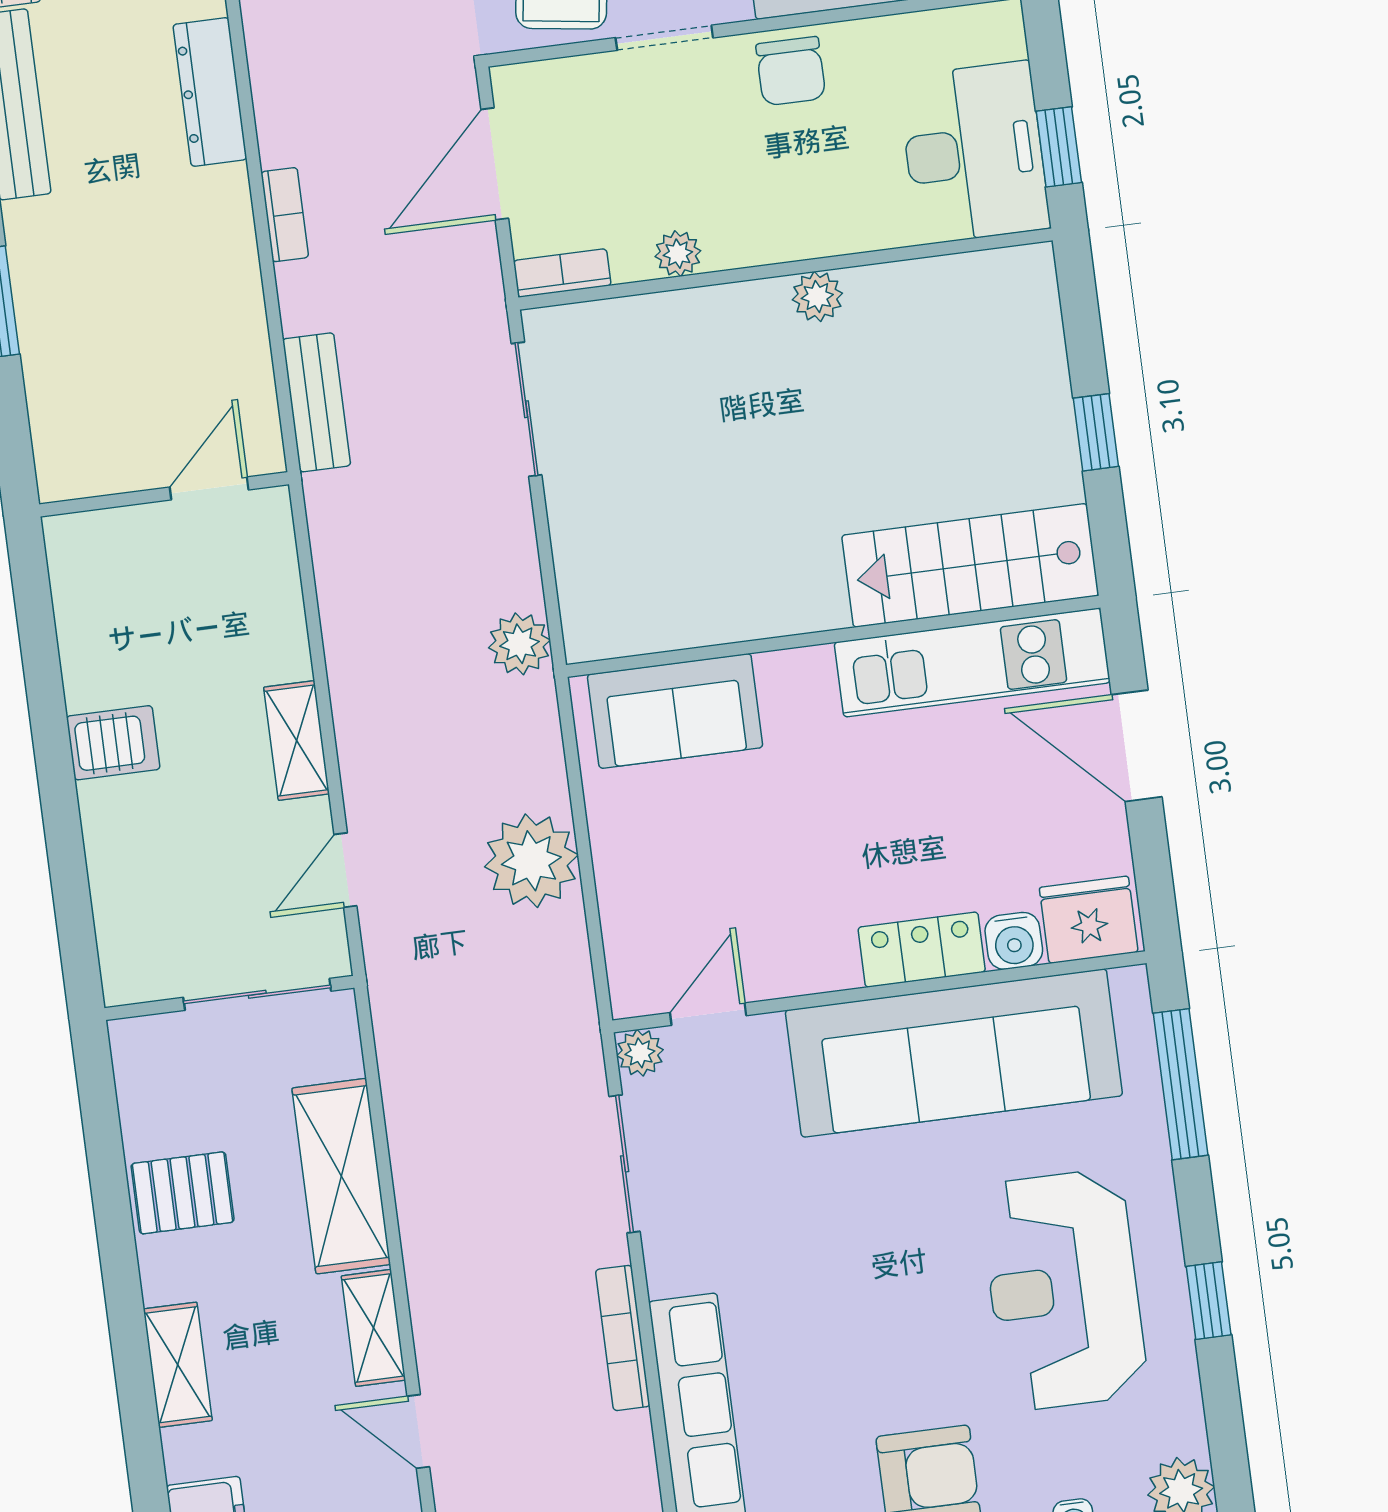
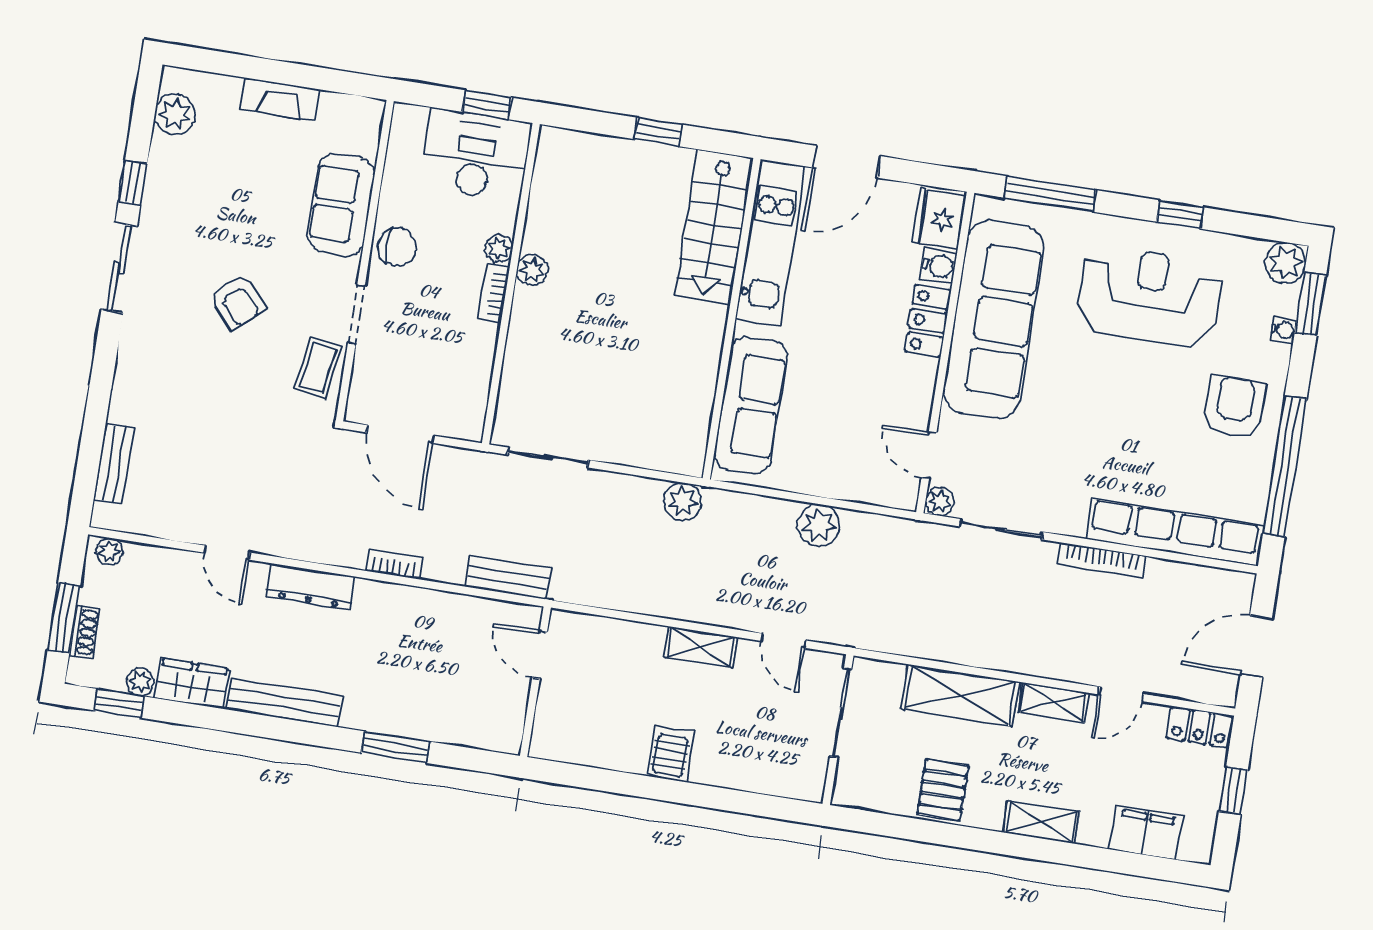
plant: (678, 254) -> (499, 248), moved
bookcase: (562, 273) -> (494, 293), moved
sofa: (675, 711) -> (751, 405), width x1.36
plant: (531, 861) -> (819, 525), width x0.73, depth x0.73
reception desk: (1064, 1290) -> (1149, 297), turned 180

